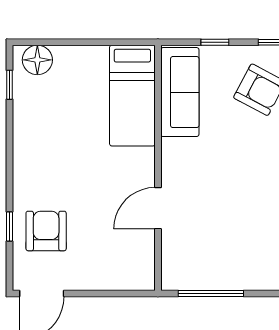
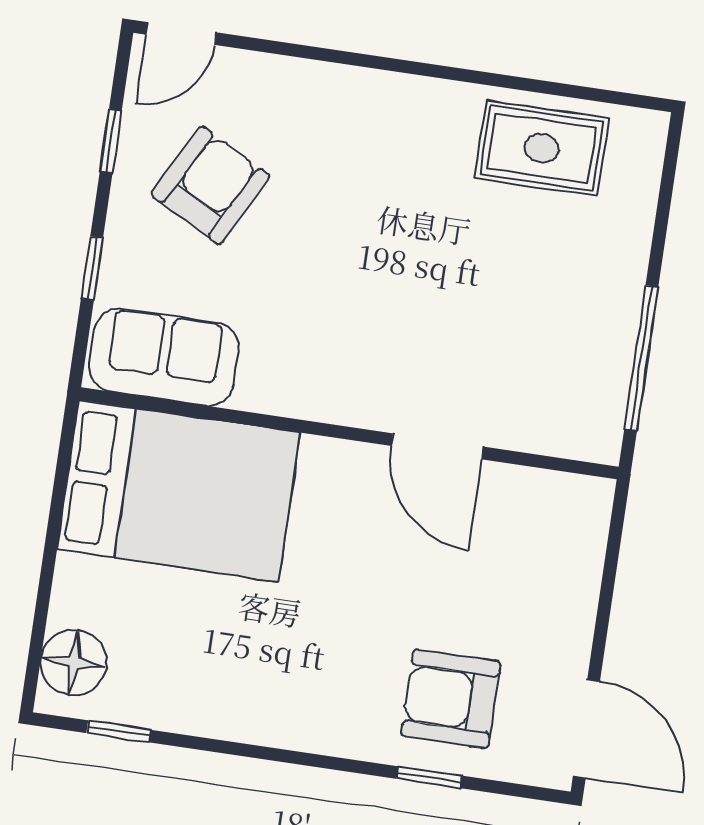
sofa: (180, 92) -> (164, 357), width x0.73
bed: (132, 96) -> (179, 491), width x1.50

